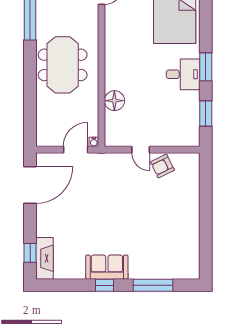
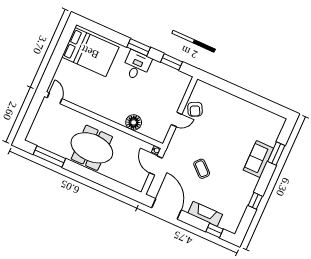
coffee table: (96, 205) -> (202, 169), added
fireplace: (45, 258) -> (205, 214), moved
sofa: (107, 267) -> (258, 159), moved
window: (104, 285) -> (255, 201), moved
window: (153, 285) -> (276, 154), width x0.69

